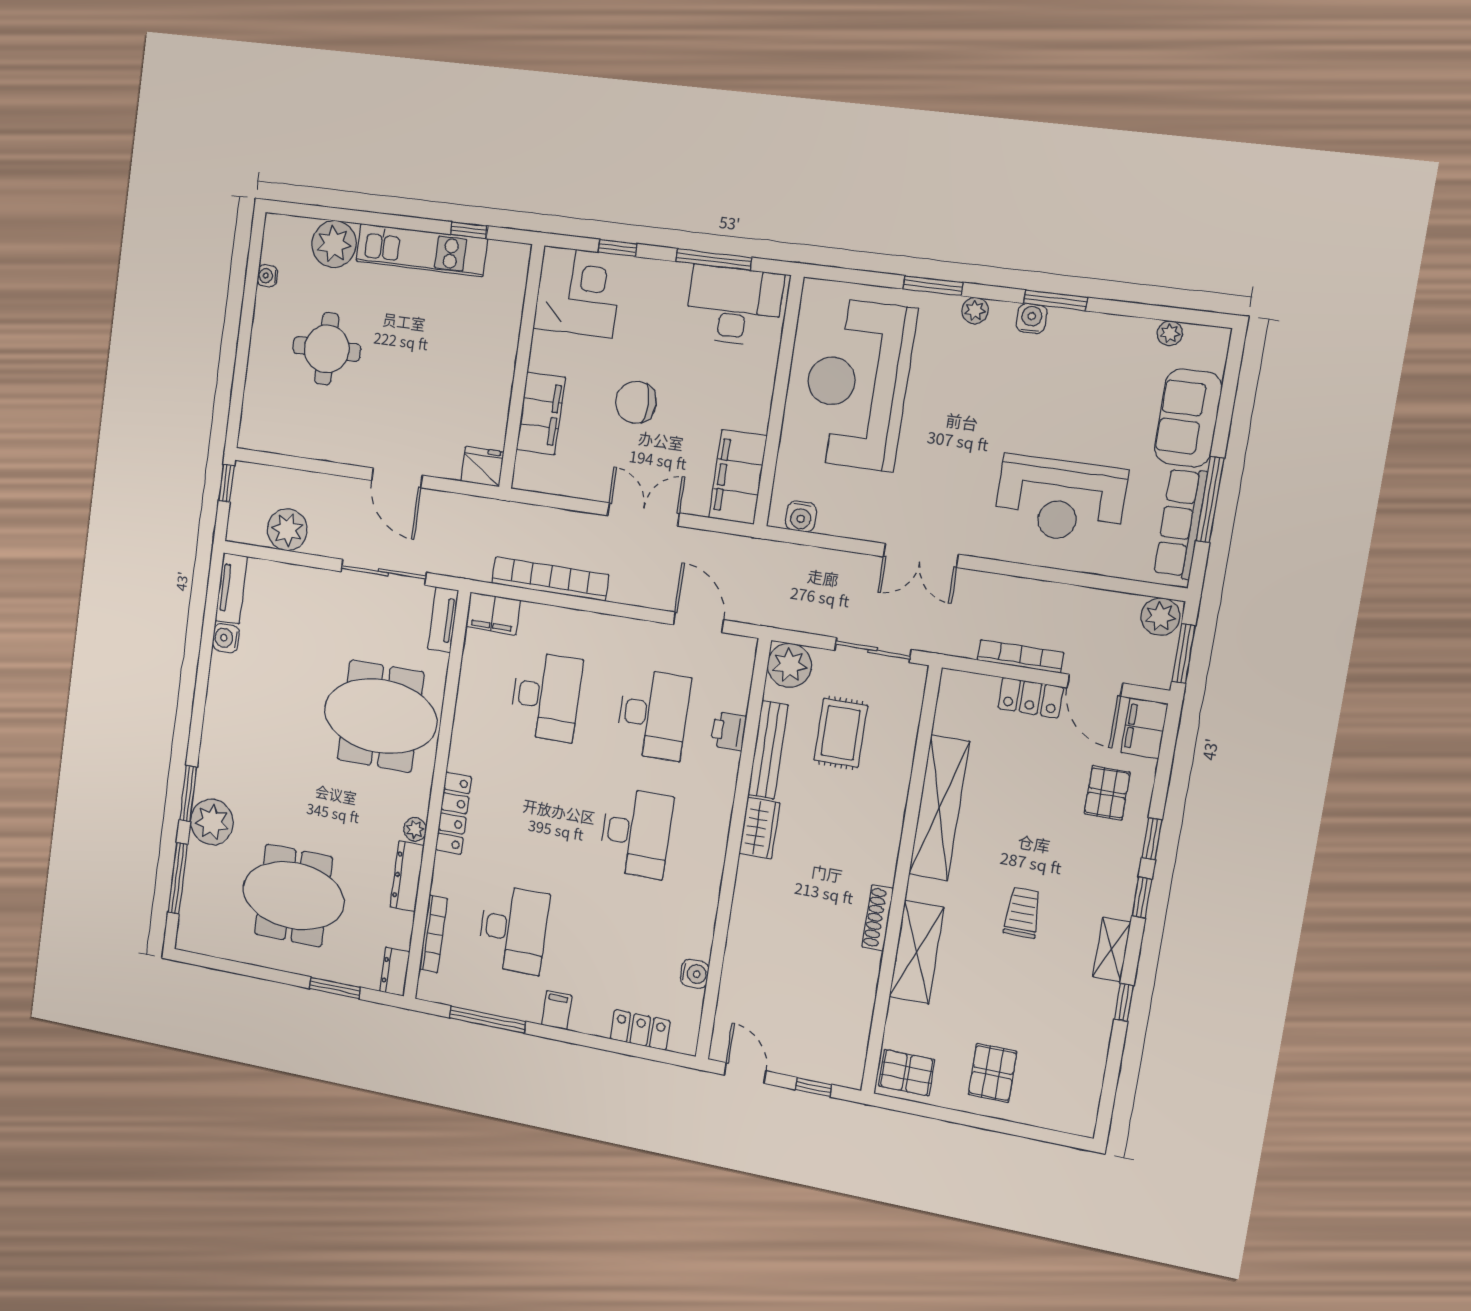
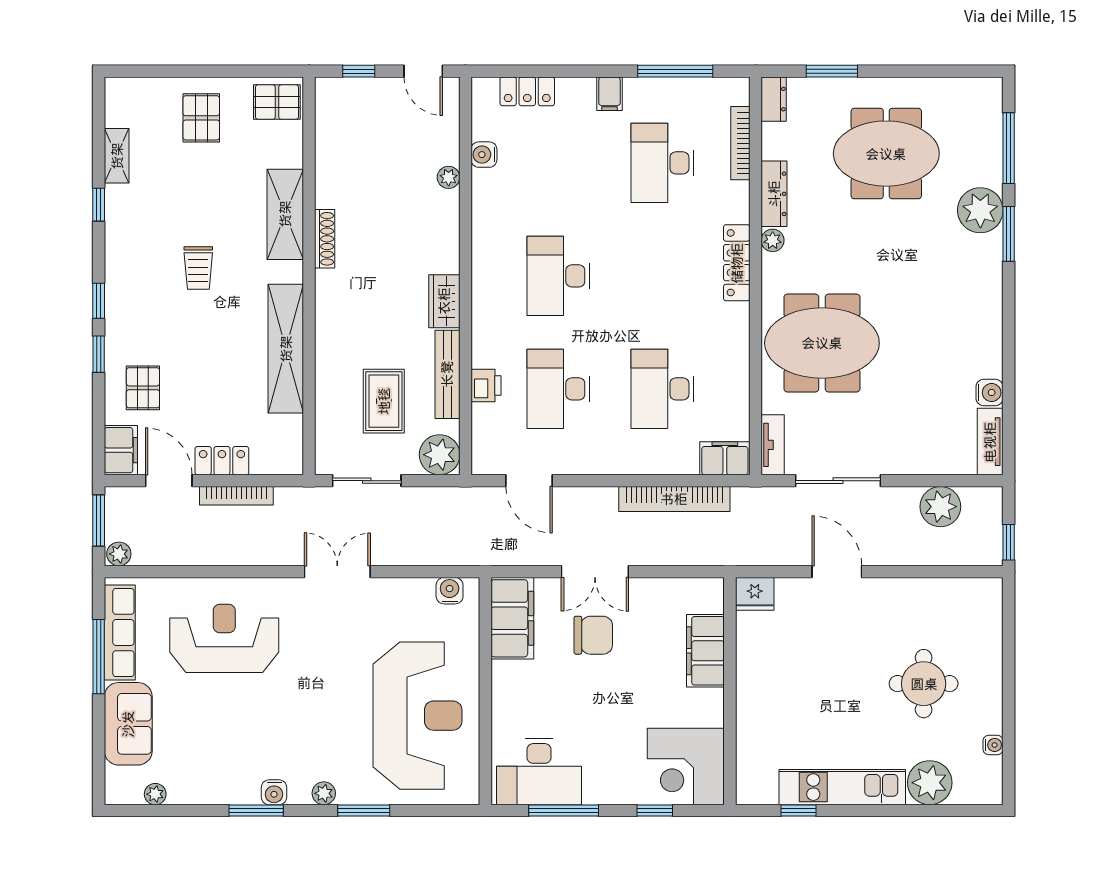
chair: (636, 402) -> (593, 635), moved
plant: (1160, 617) -> (119, 554), width x0.73, depth x0.73
shelving: (1112, 949) -> (117, 156), moved
plant: (735, 957) -> (449, 177), added

